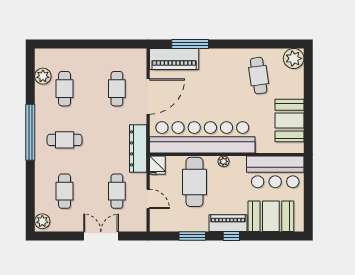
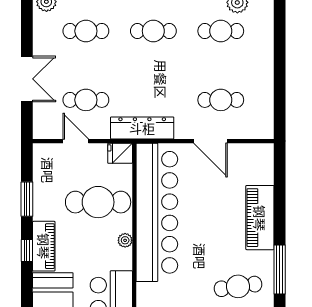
window: (190, 44) -> (280, 269), moved
piano: (174, 59) -> (260, 218), moved
door: (148, 96) -> (211, 141), width x0.73
cafe table: (65, 140) -> (153, 31), turned 90
door: (148, 199) -> (76, 141), swing flipped

